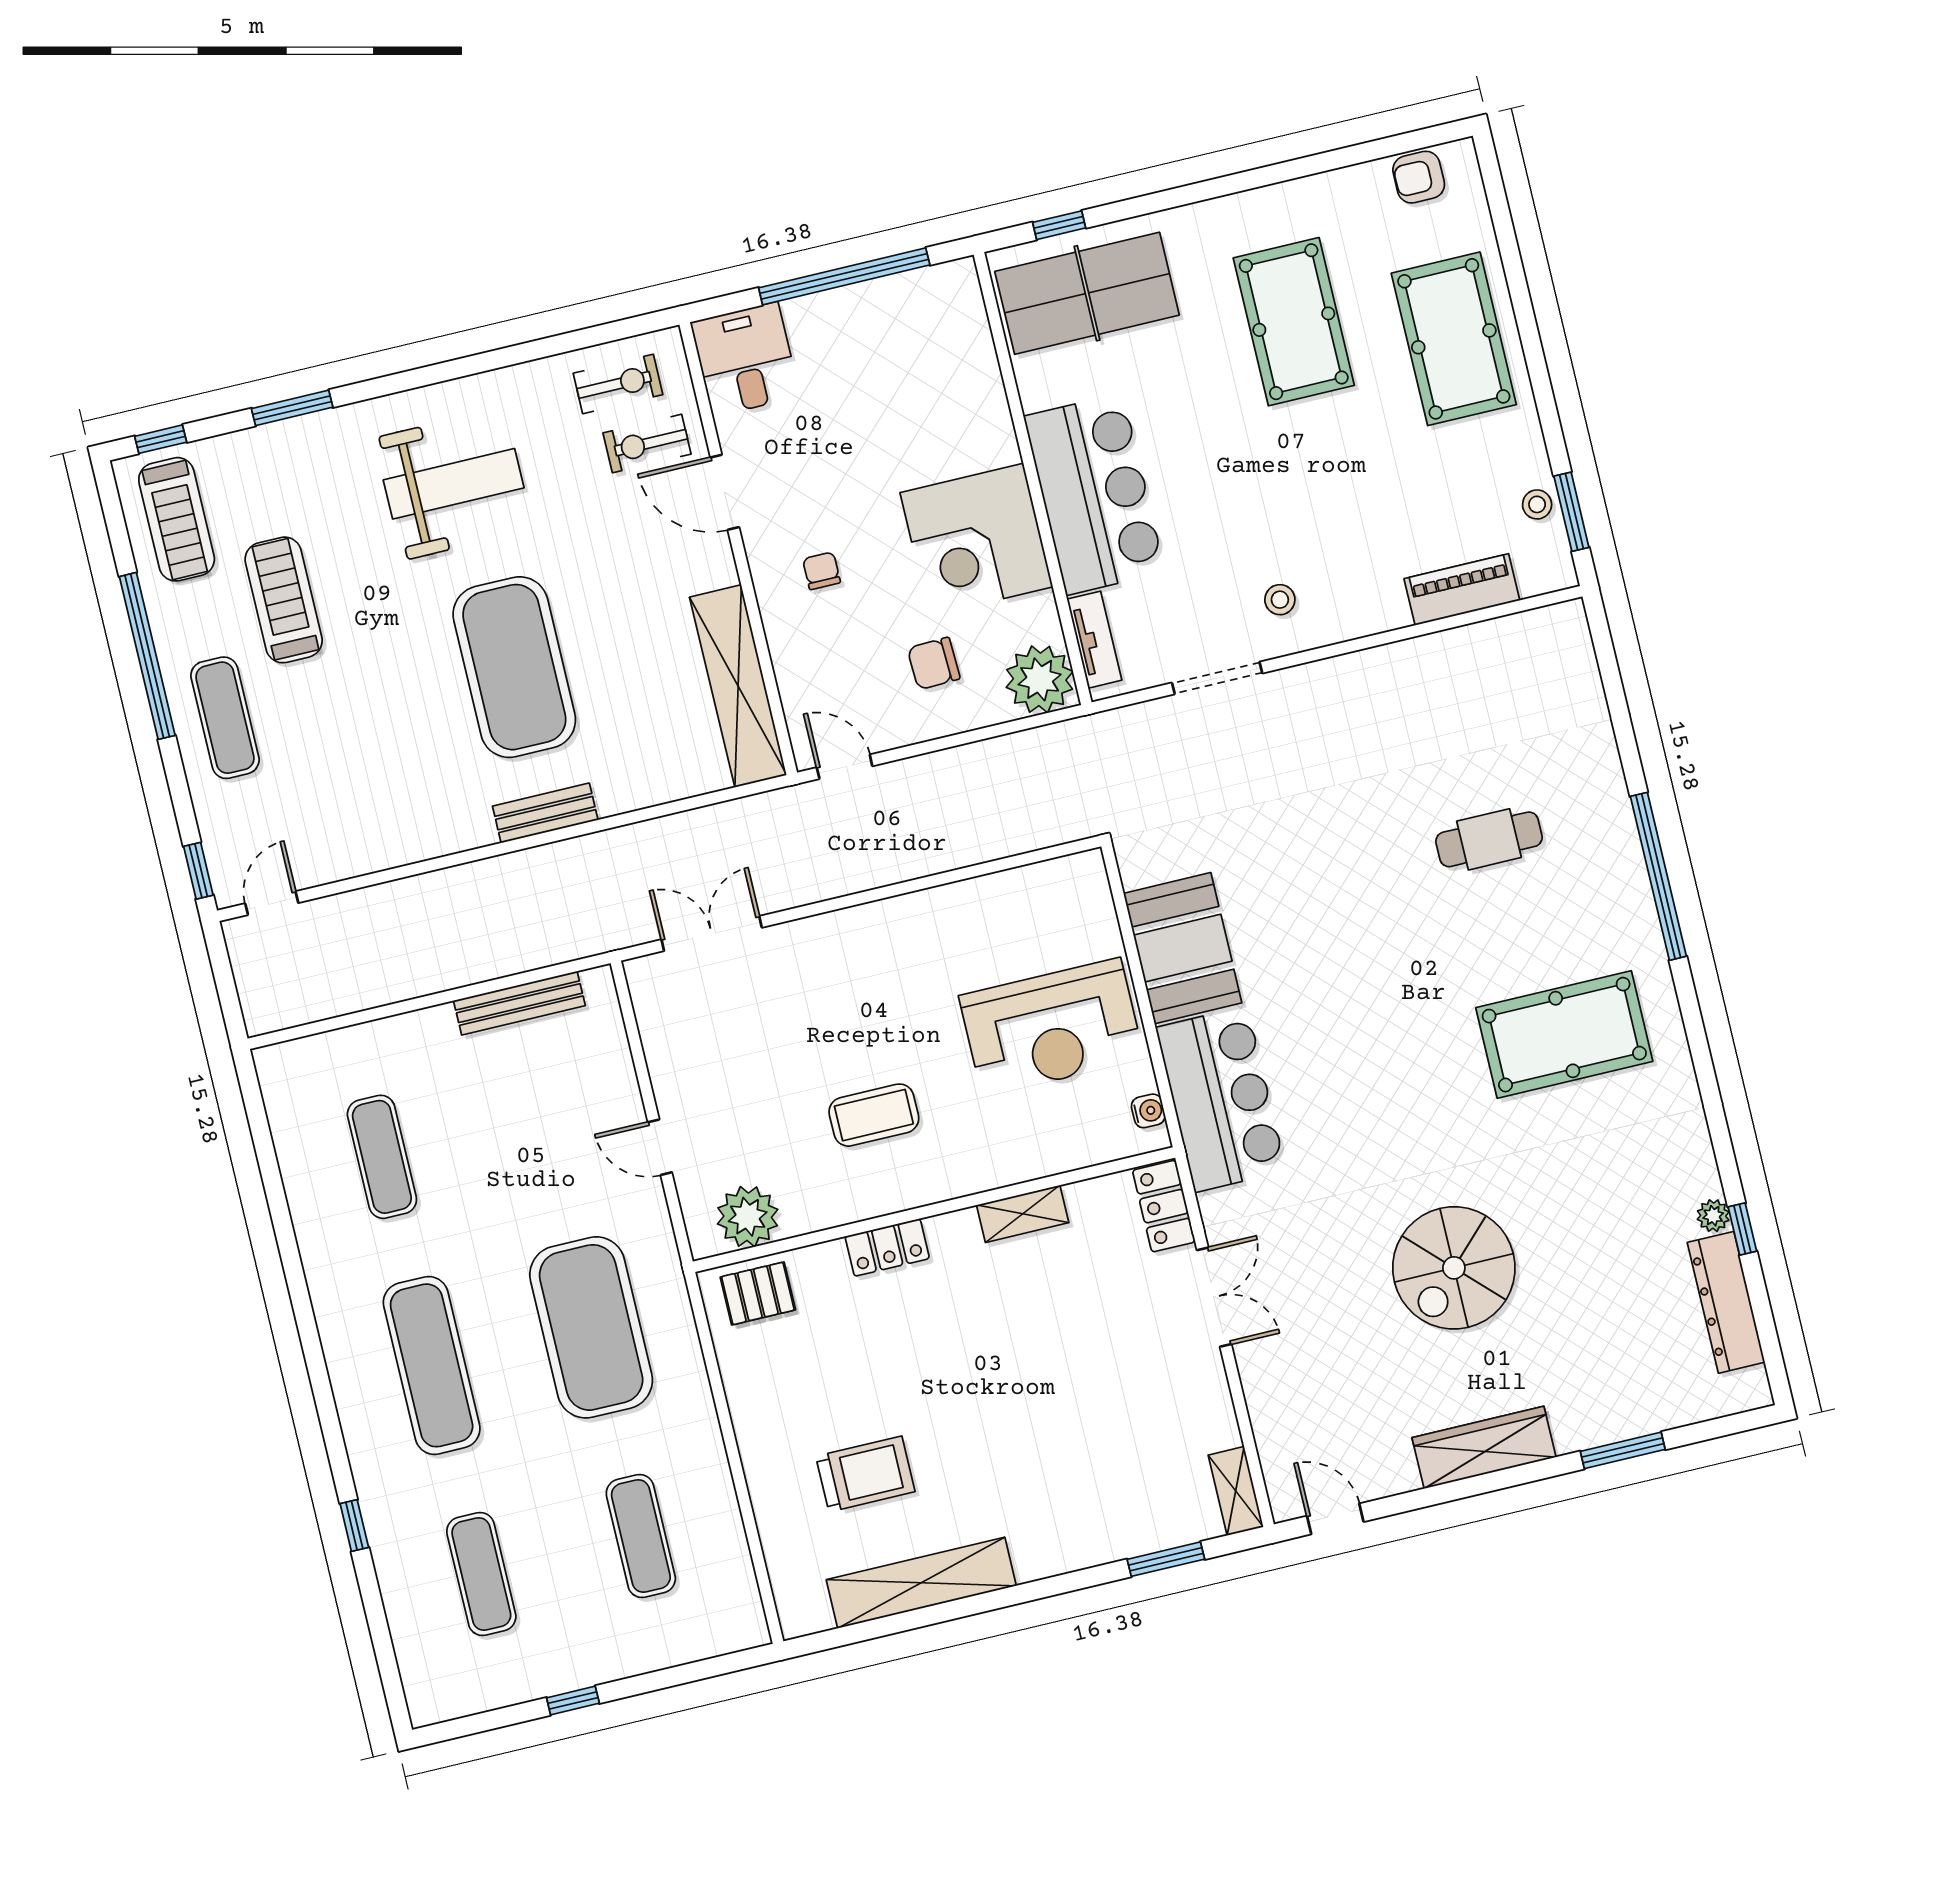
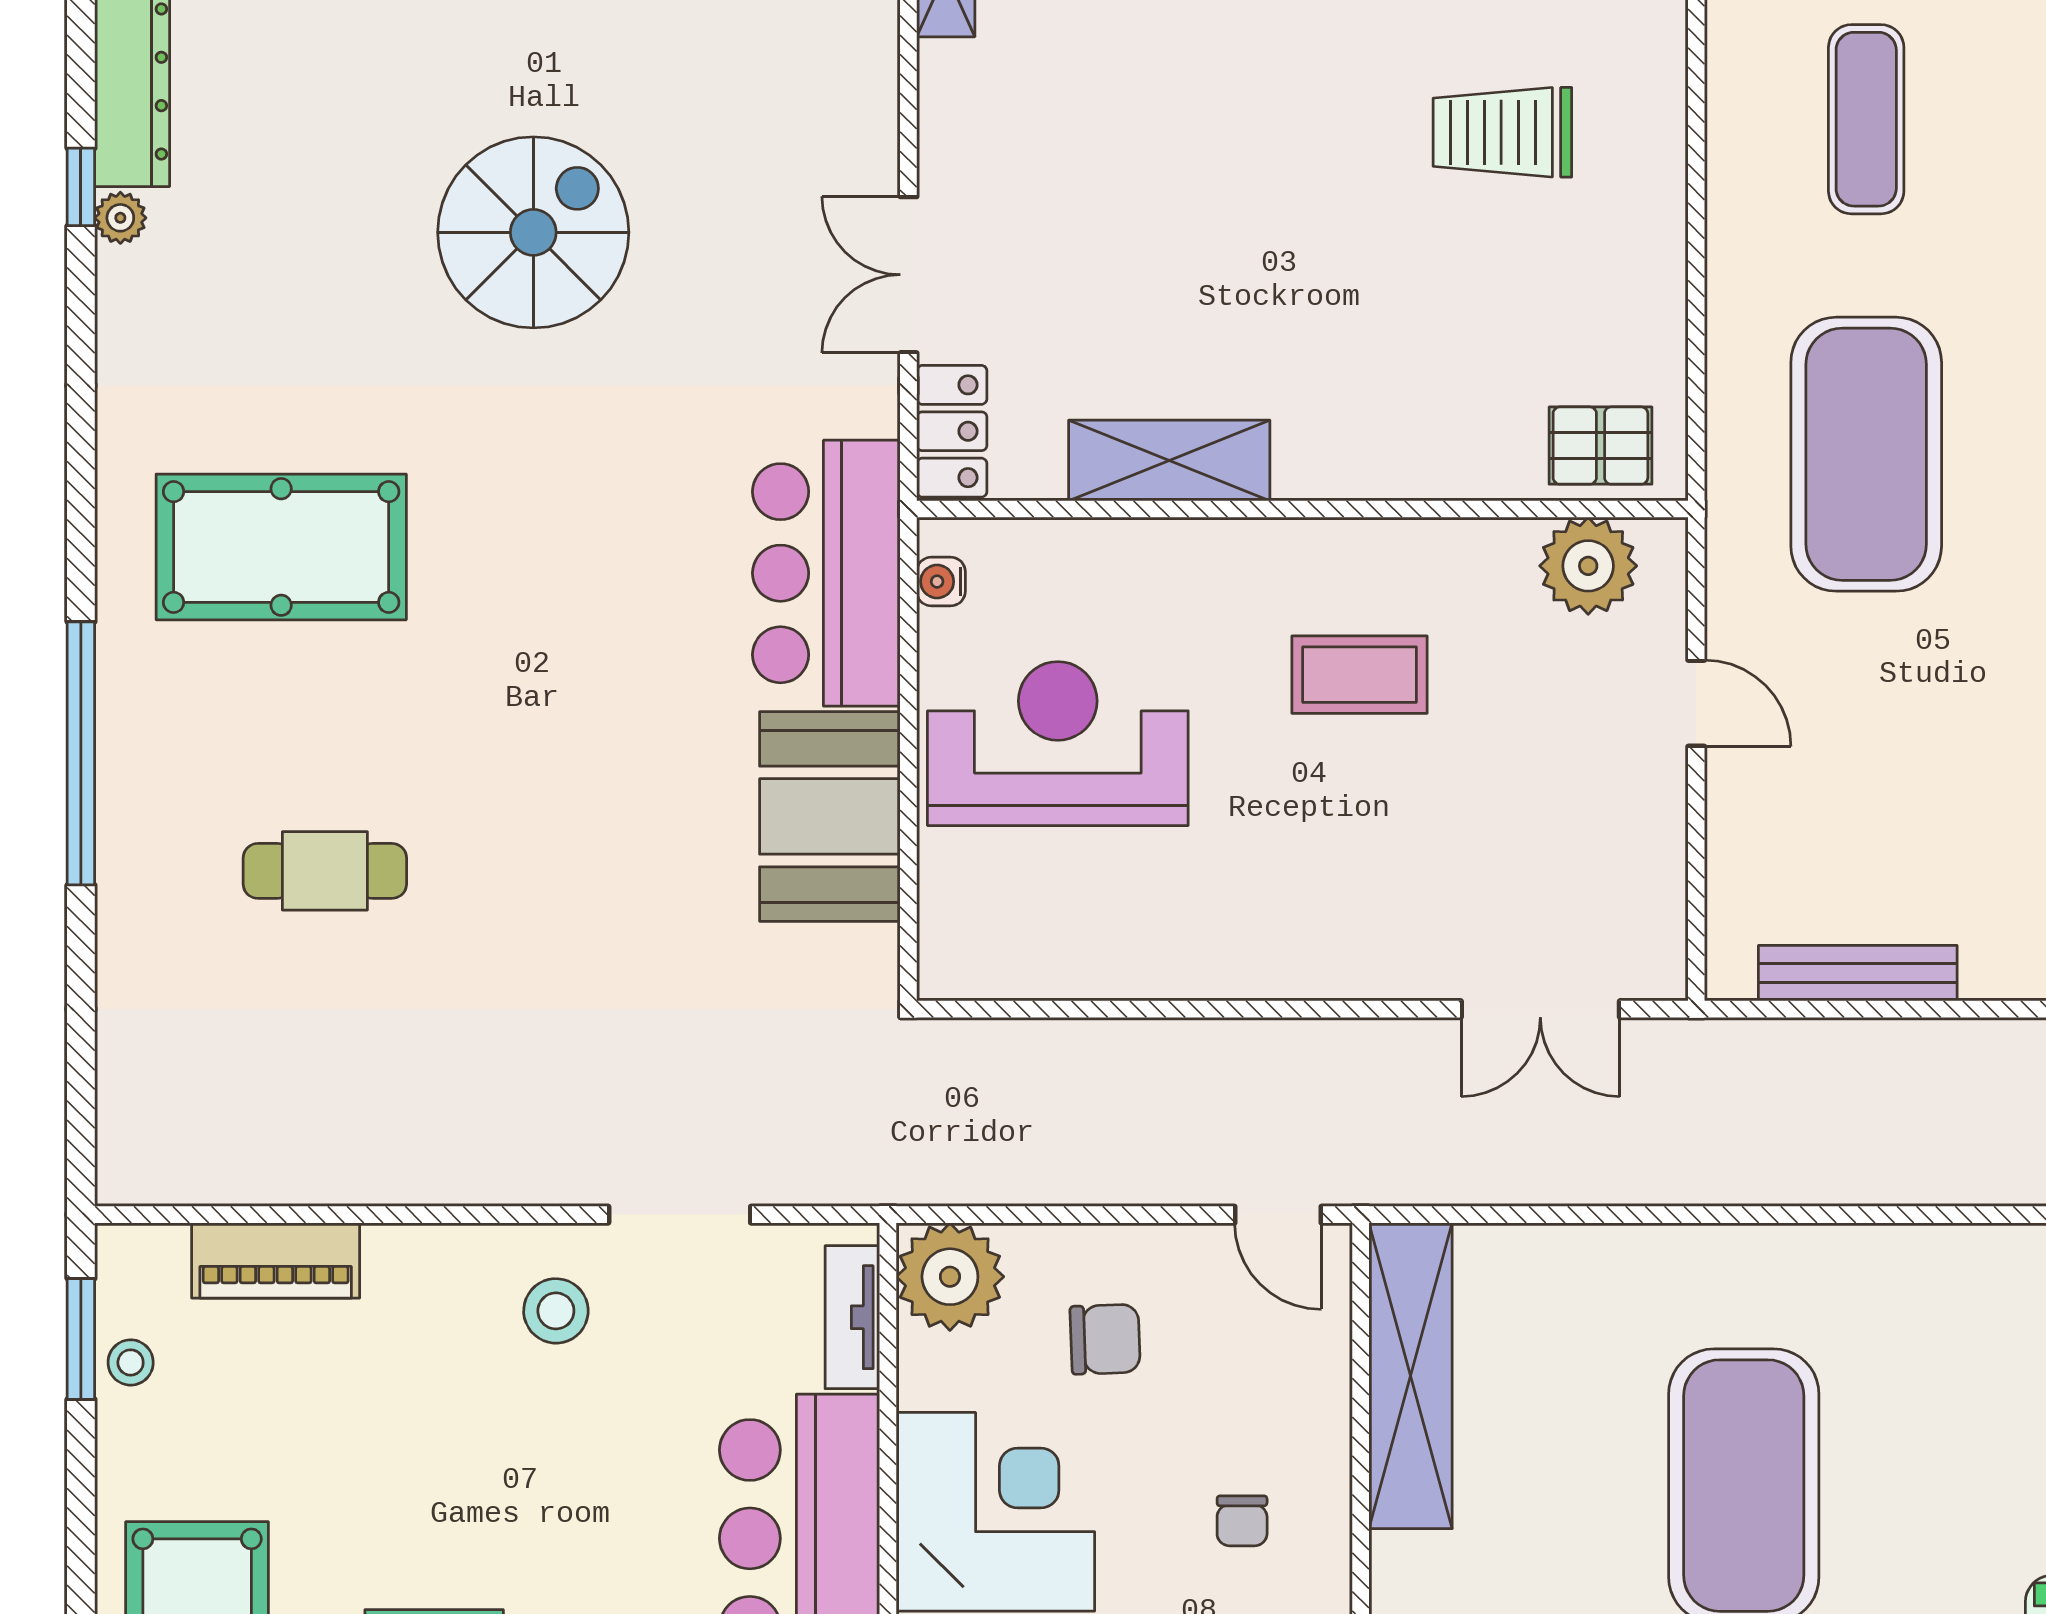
stool: (1280, 600) -> (556, 1311), width x1.37, depth x1.37
bench: (545, 813) -> (1750, 1253), removed
shelving: (1023, 1214) -> (1169, 461), width x1.50, depth x1.33
locker: (887, 1247) -> (1387, 469), removed

